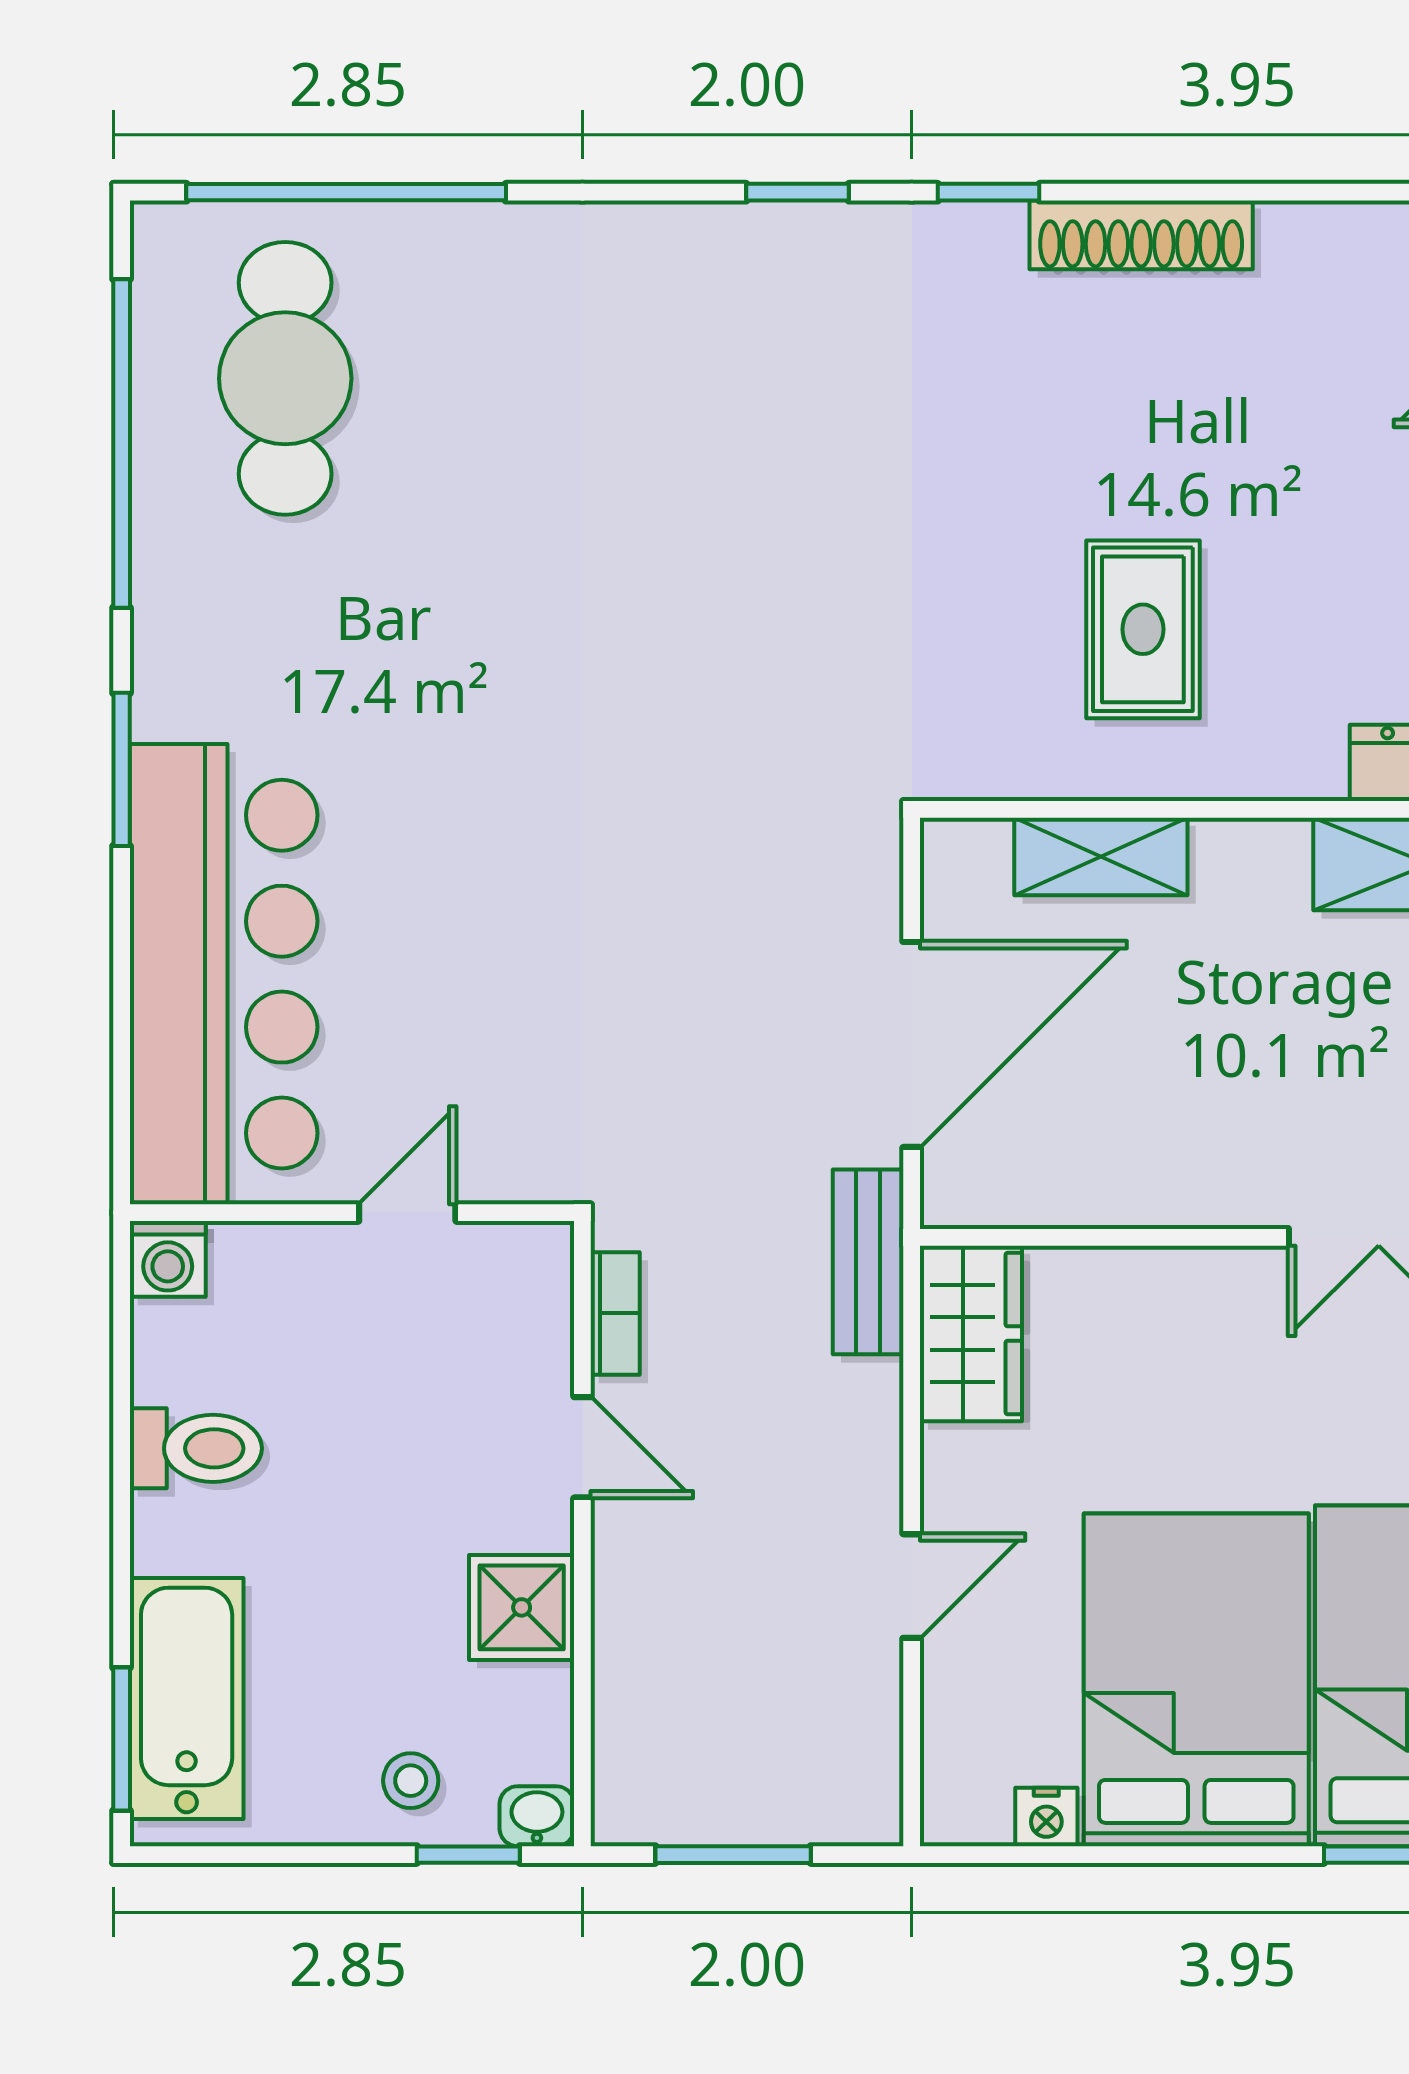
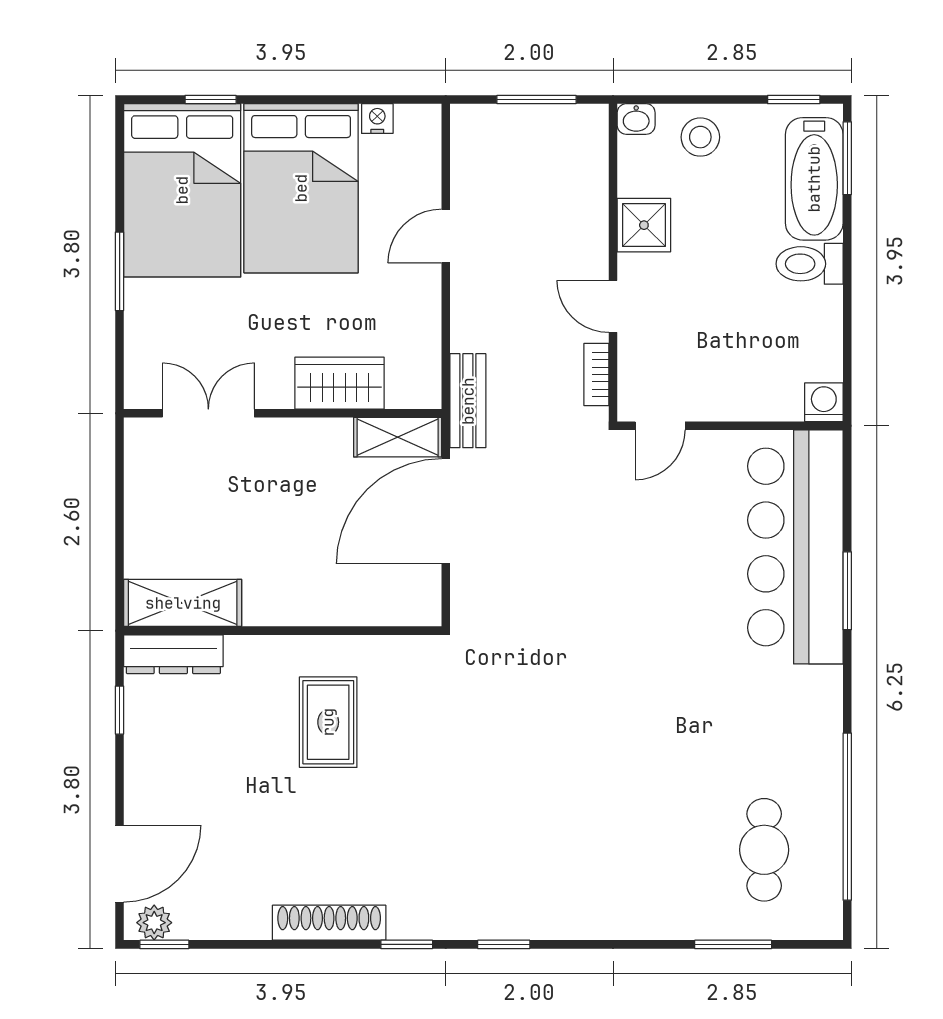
window: (346, 192) -> (733, 944), width x0.47
cafe table: (285, 378) -> (764, 850), width x0.73, depth x0.74
window: (122, 769) -> (847, 591), moved
shelving: (1101, 857) -> (398, 437), moved
door: (407, 1213) -> (660, 426), moved
wardrobe: (971, 1334) -> (339, 383), moved, turned 90
toilet: (196, 1448) -> (810, 264), moved
stool: (411, 1781) -> (700, 137), width x1.37, depth x1.37
window: (468, 1855) -> (794, 99), moved

